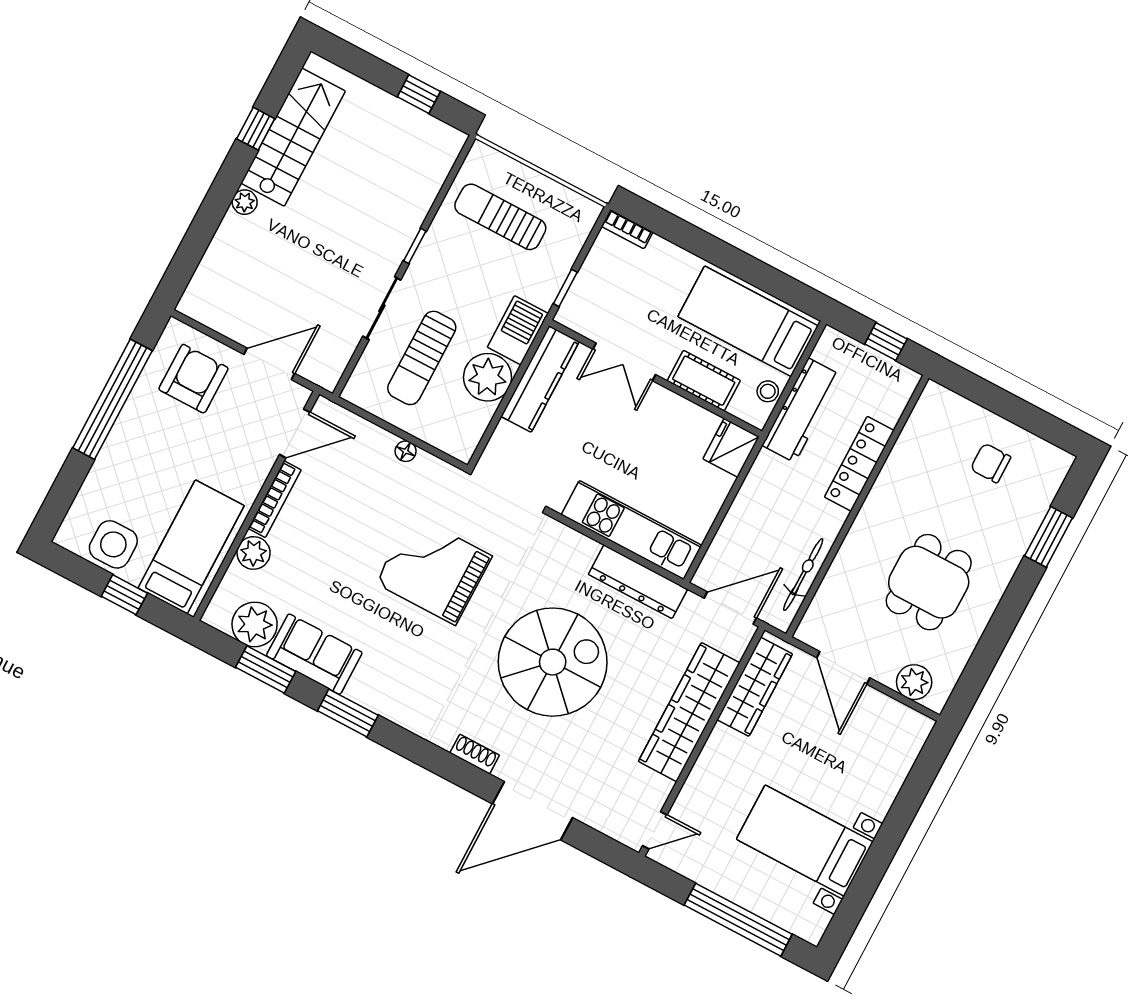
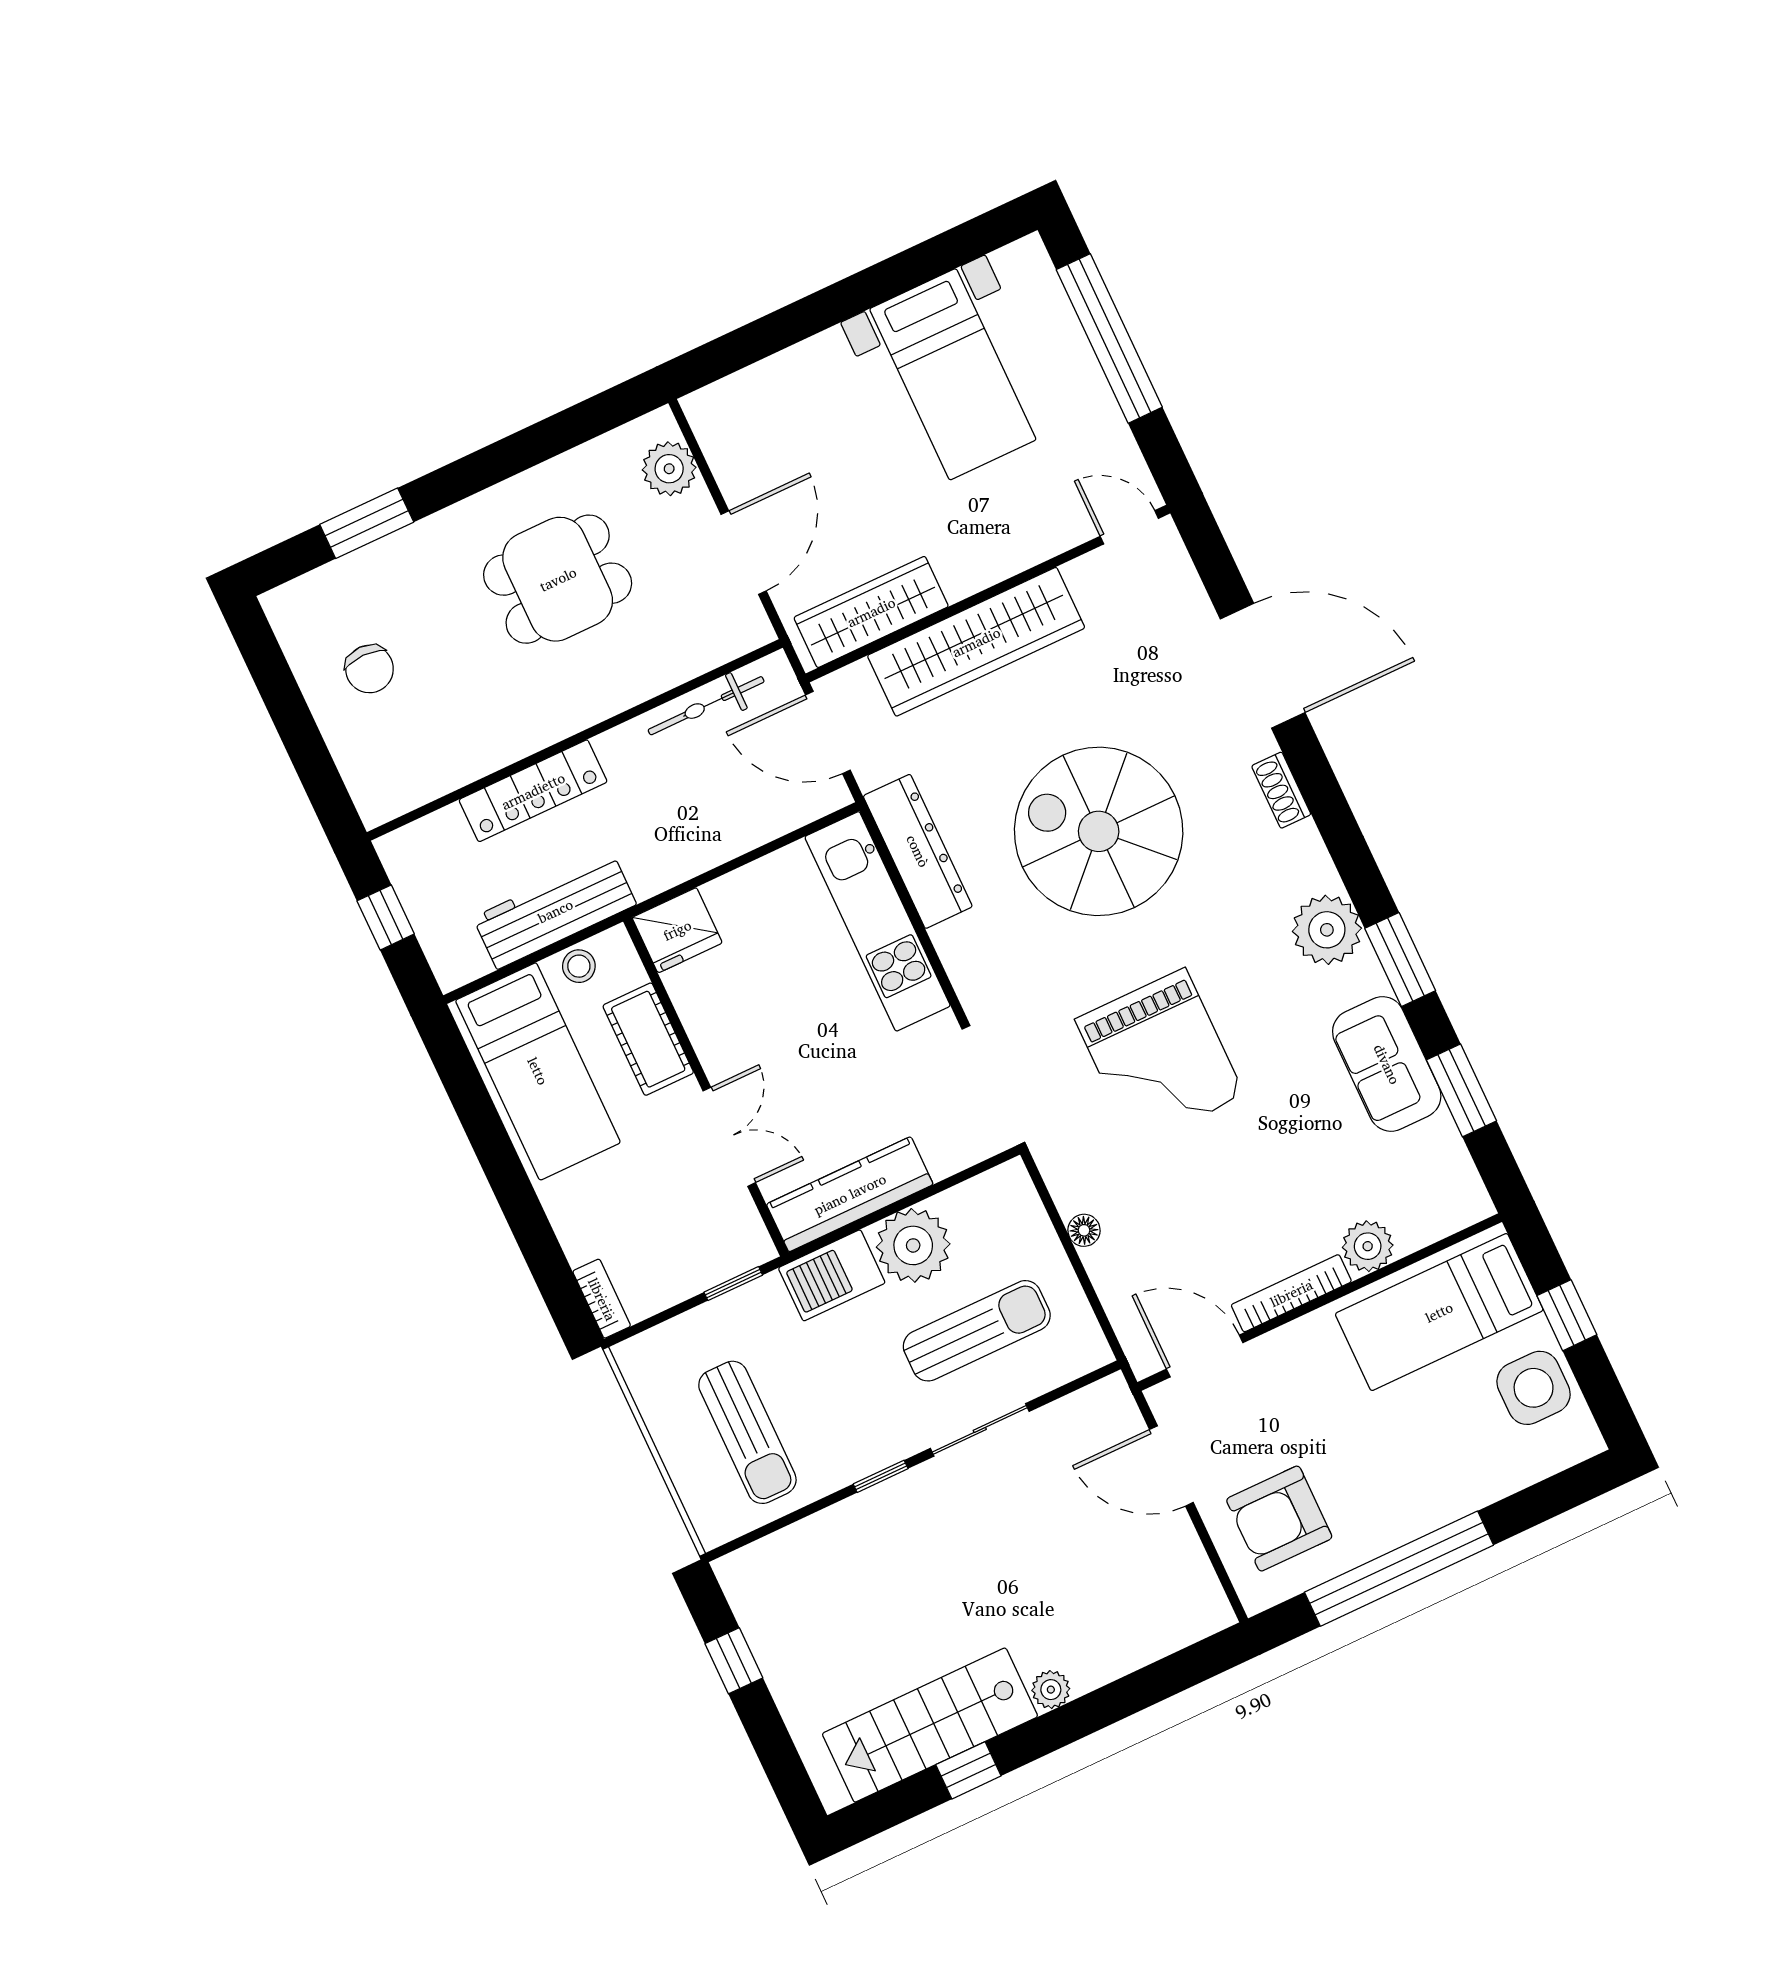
plant: (255, 624) -> (1327, 930), moved

